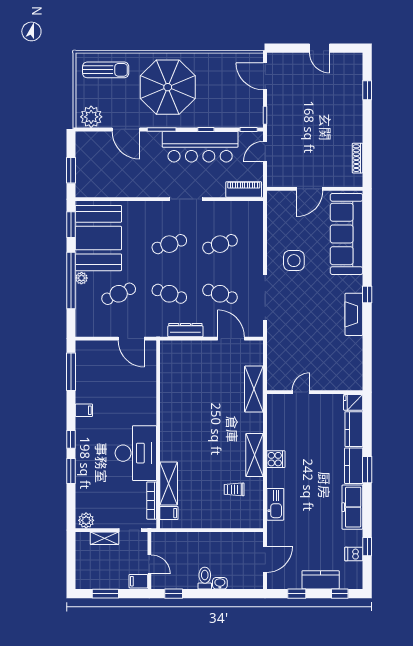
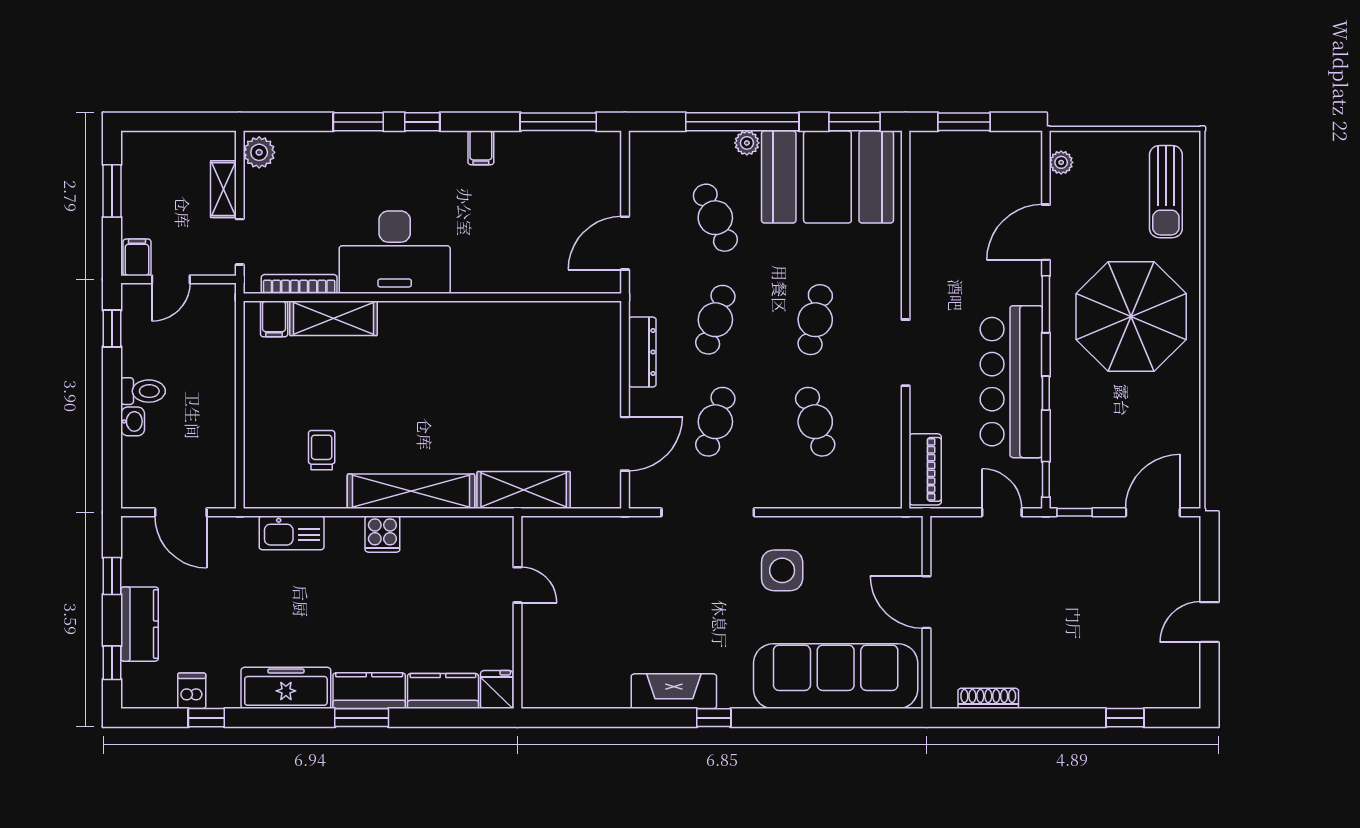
plant: (91, 117) -> (1061, 162), width x0.53, depth x0.53
cafe table: (169, 244) -> (815, 320), turned 30
shelving: (255, 455) -> (411, 491), width x1.47

